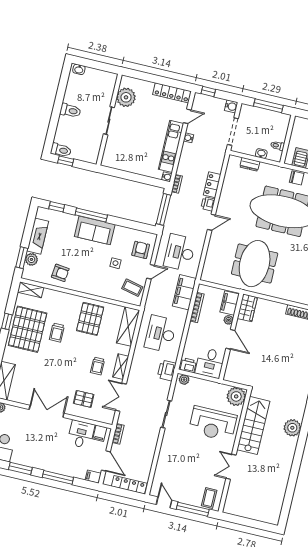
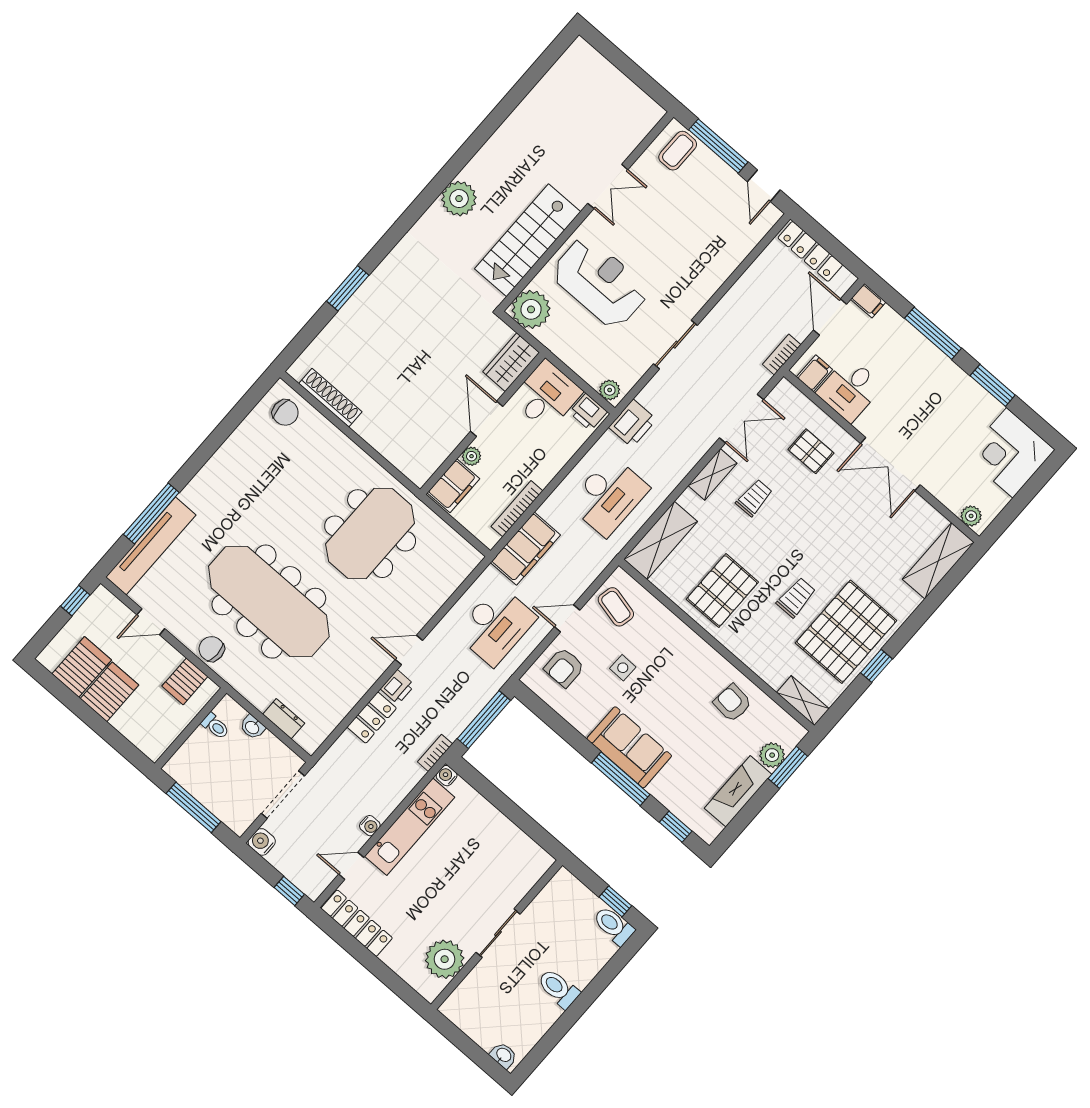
wardrobe: (247, 308) -> (511, 362), moved

